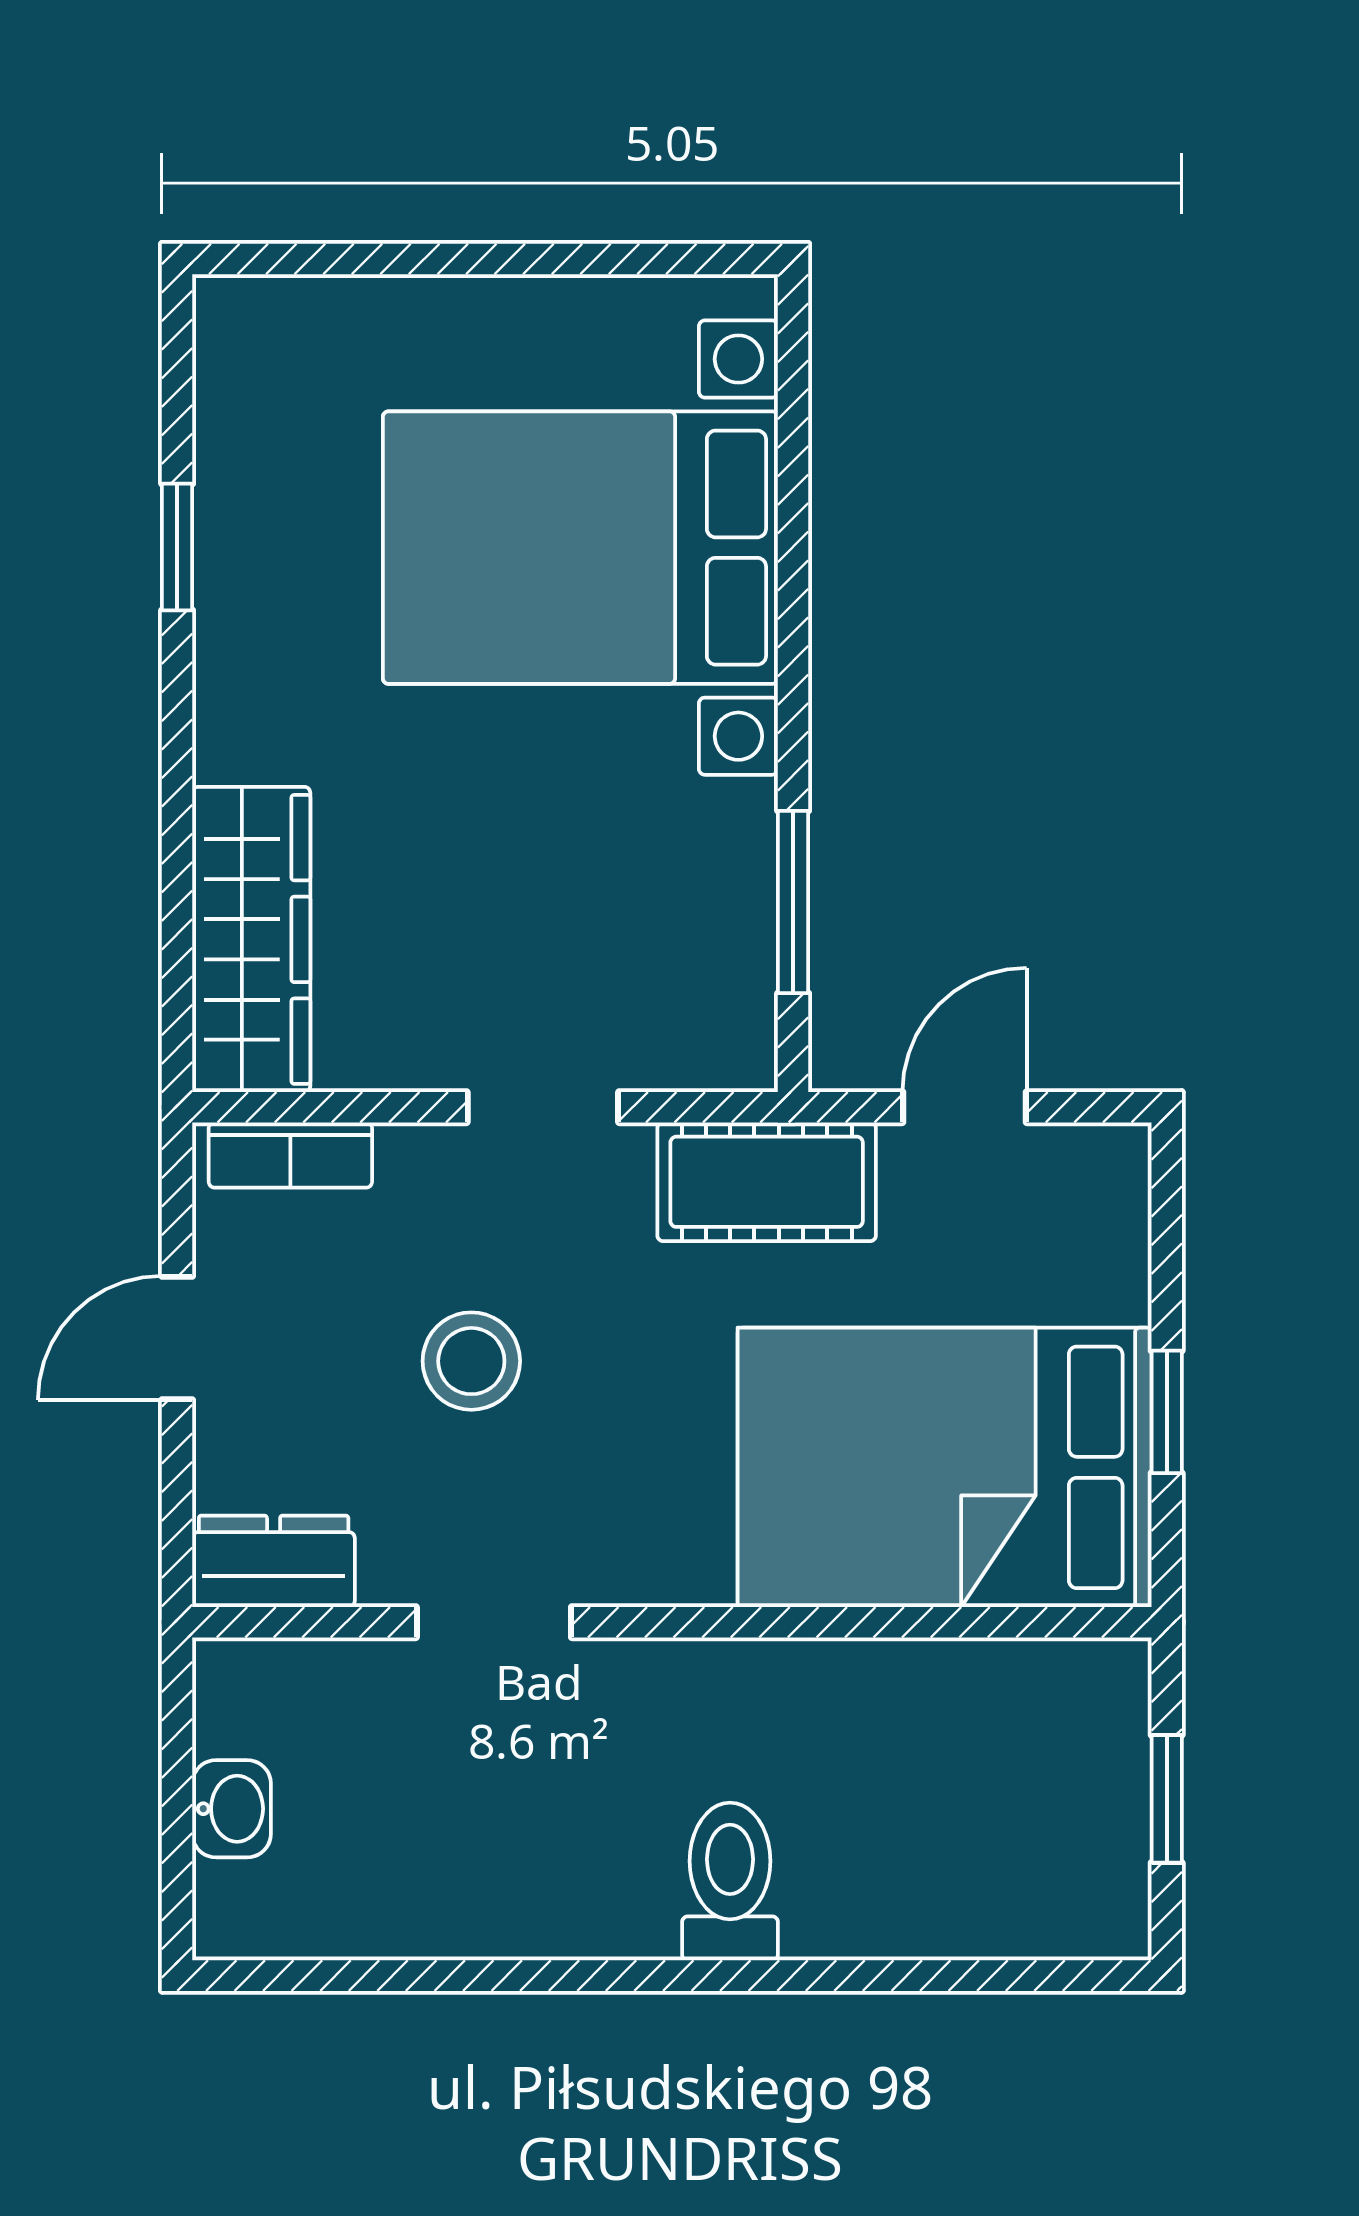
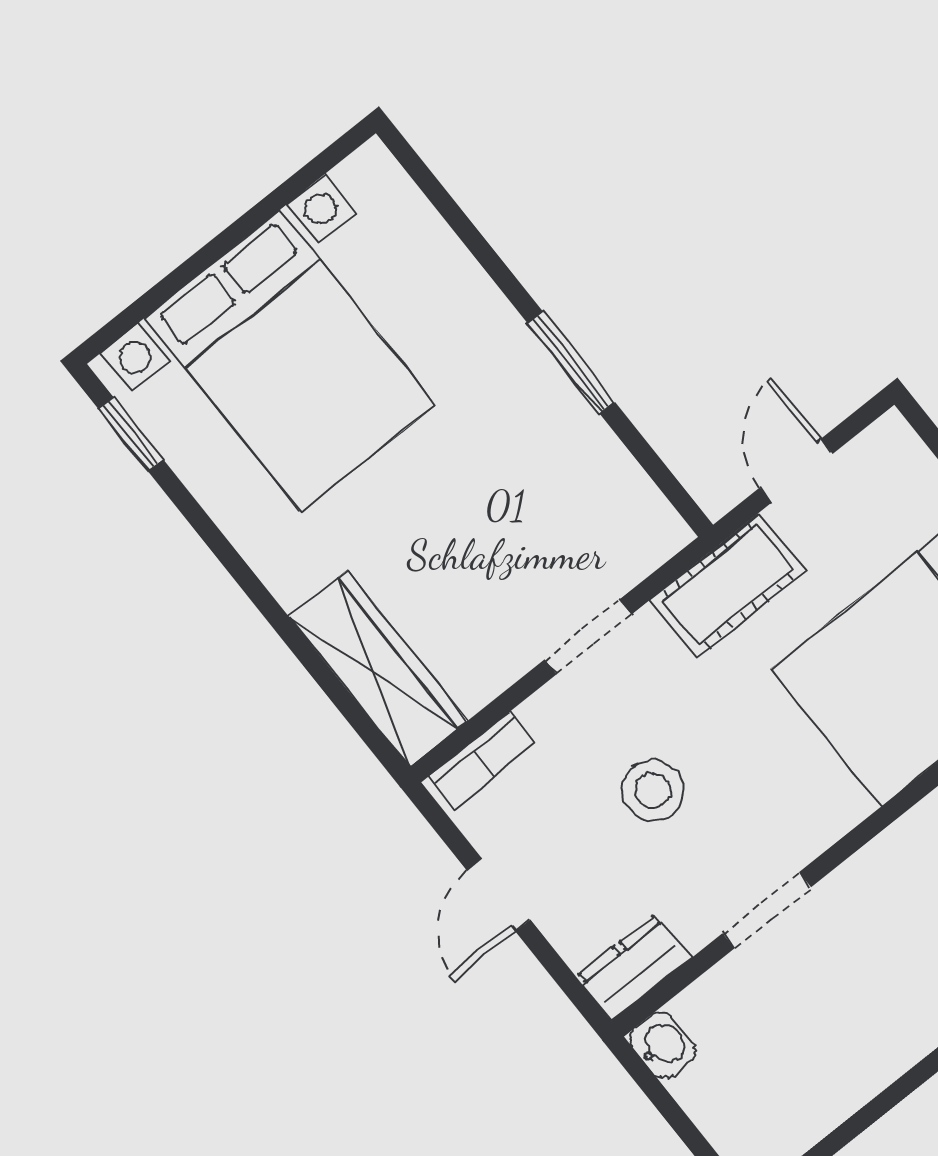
window: (177, 547) -> (131, 434), moved
bed with nightstands: (580, 548) -> (290, 361), moved, turned -90
window: (793, 902) -> (571, 363), moved
washbasin: (232, 1809) -> (662, 1045), moved

